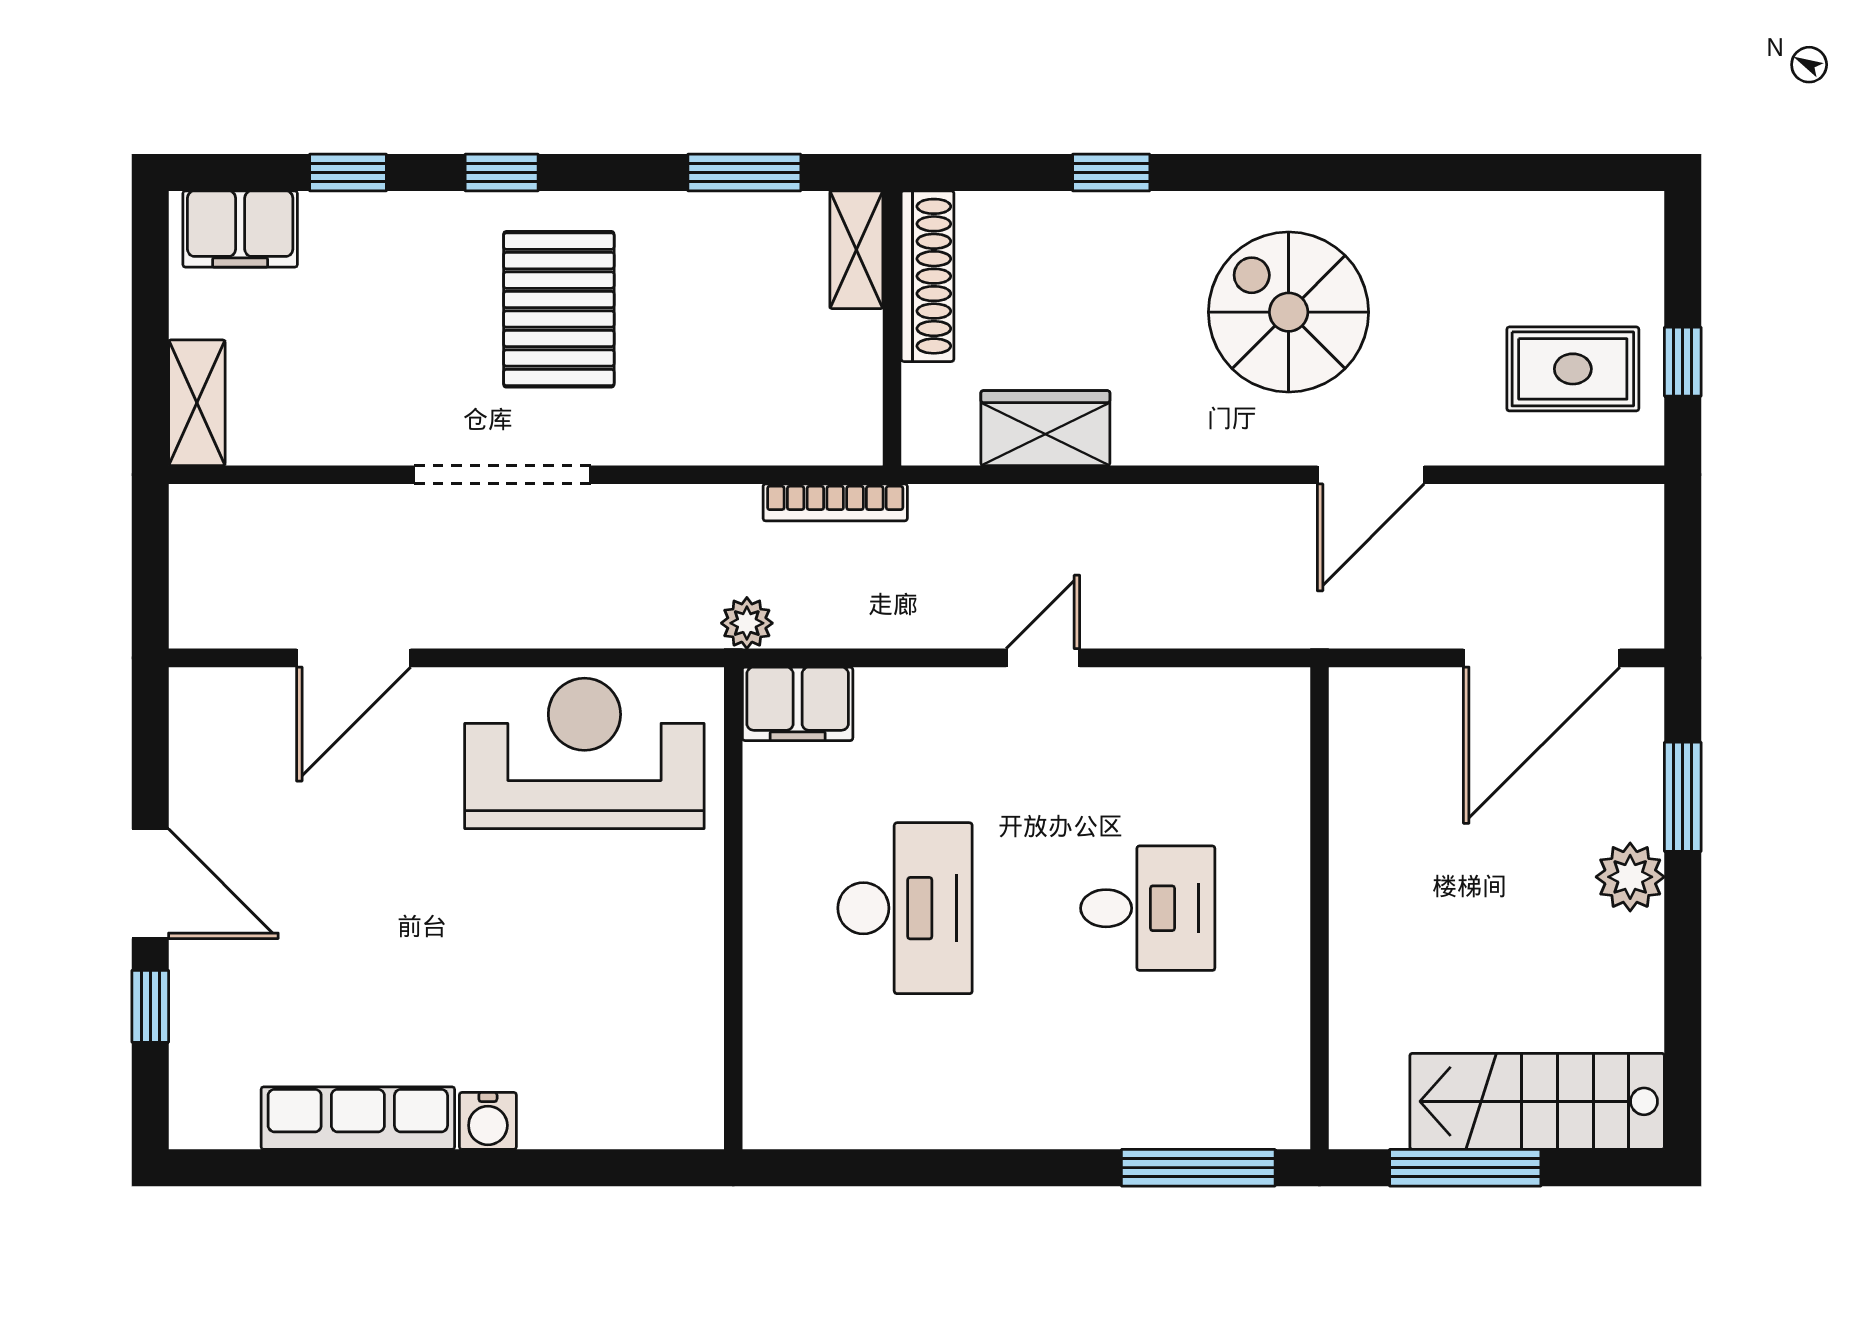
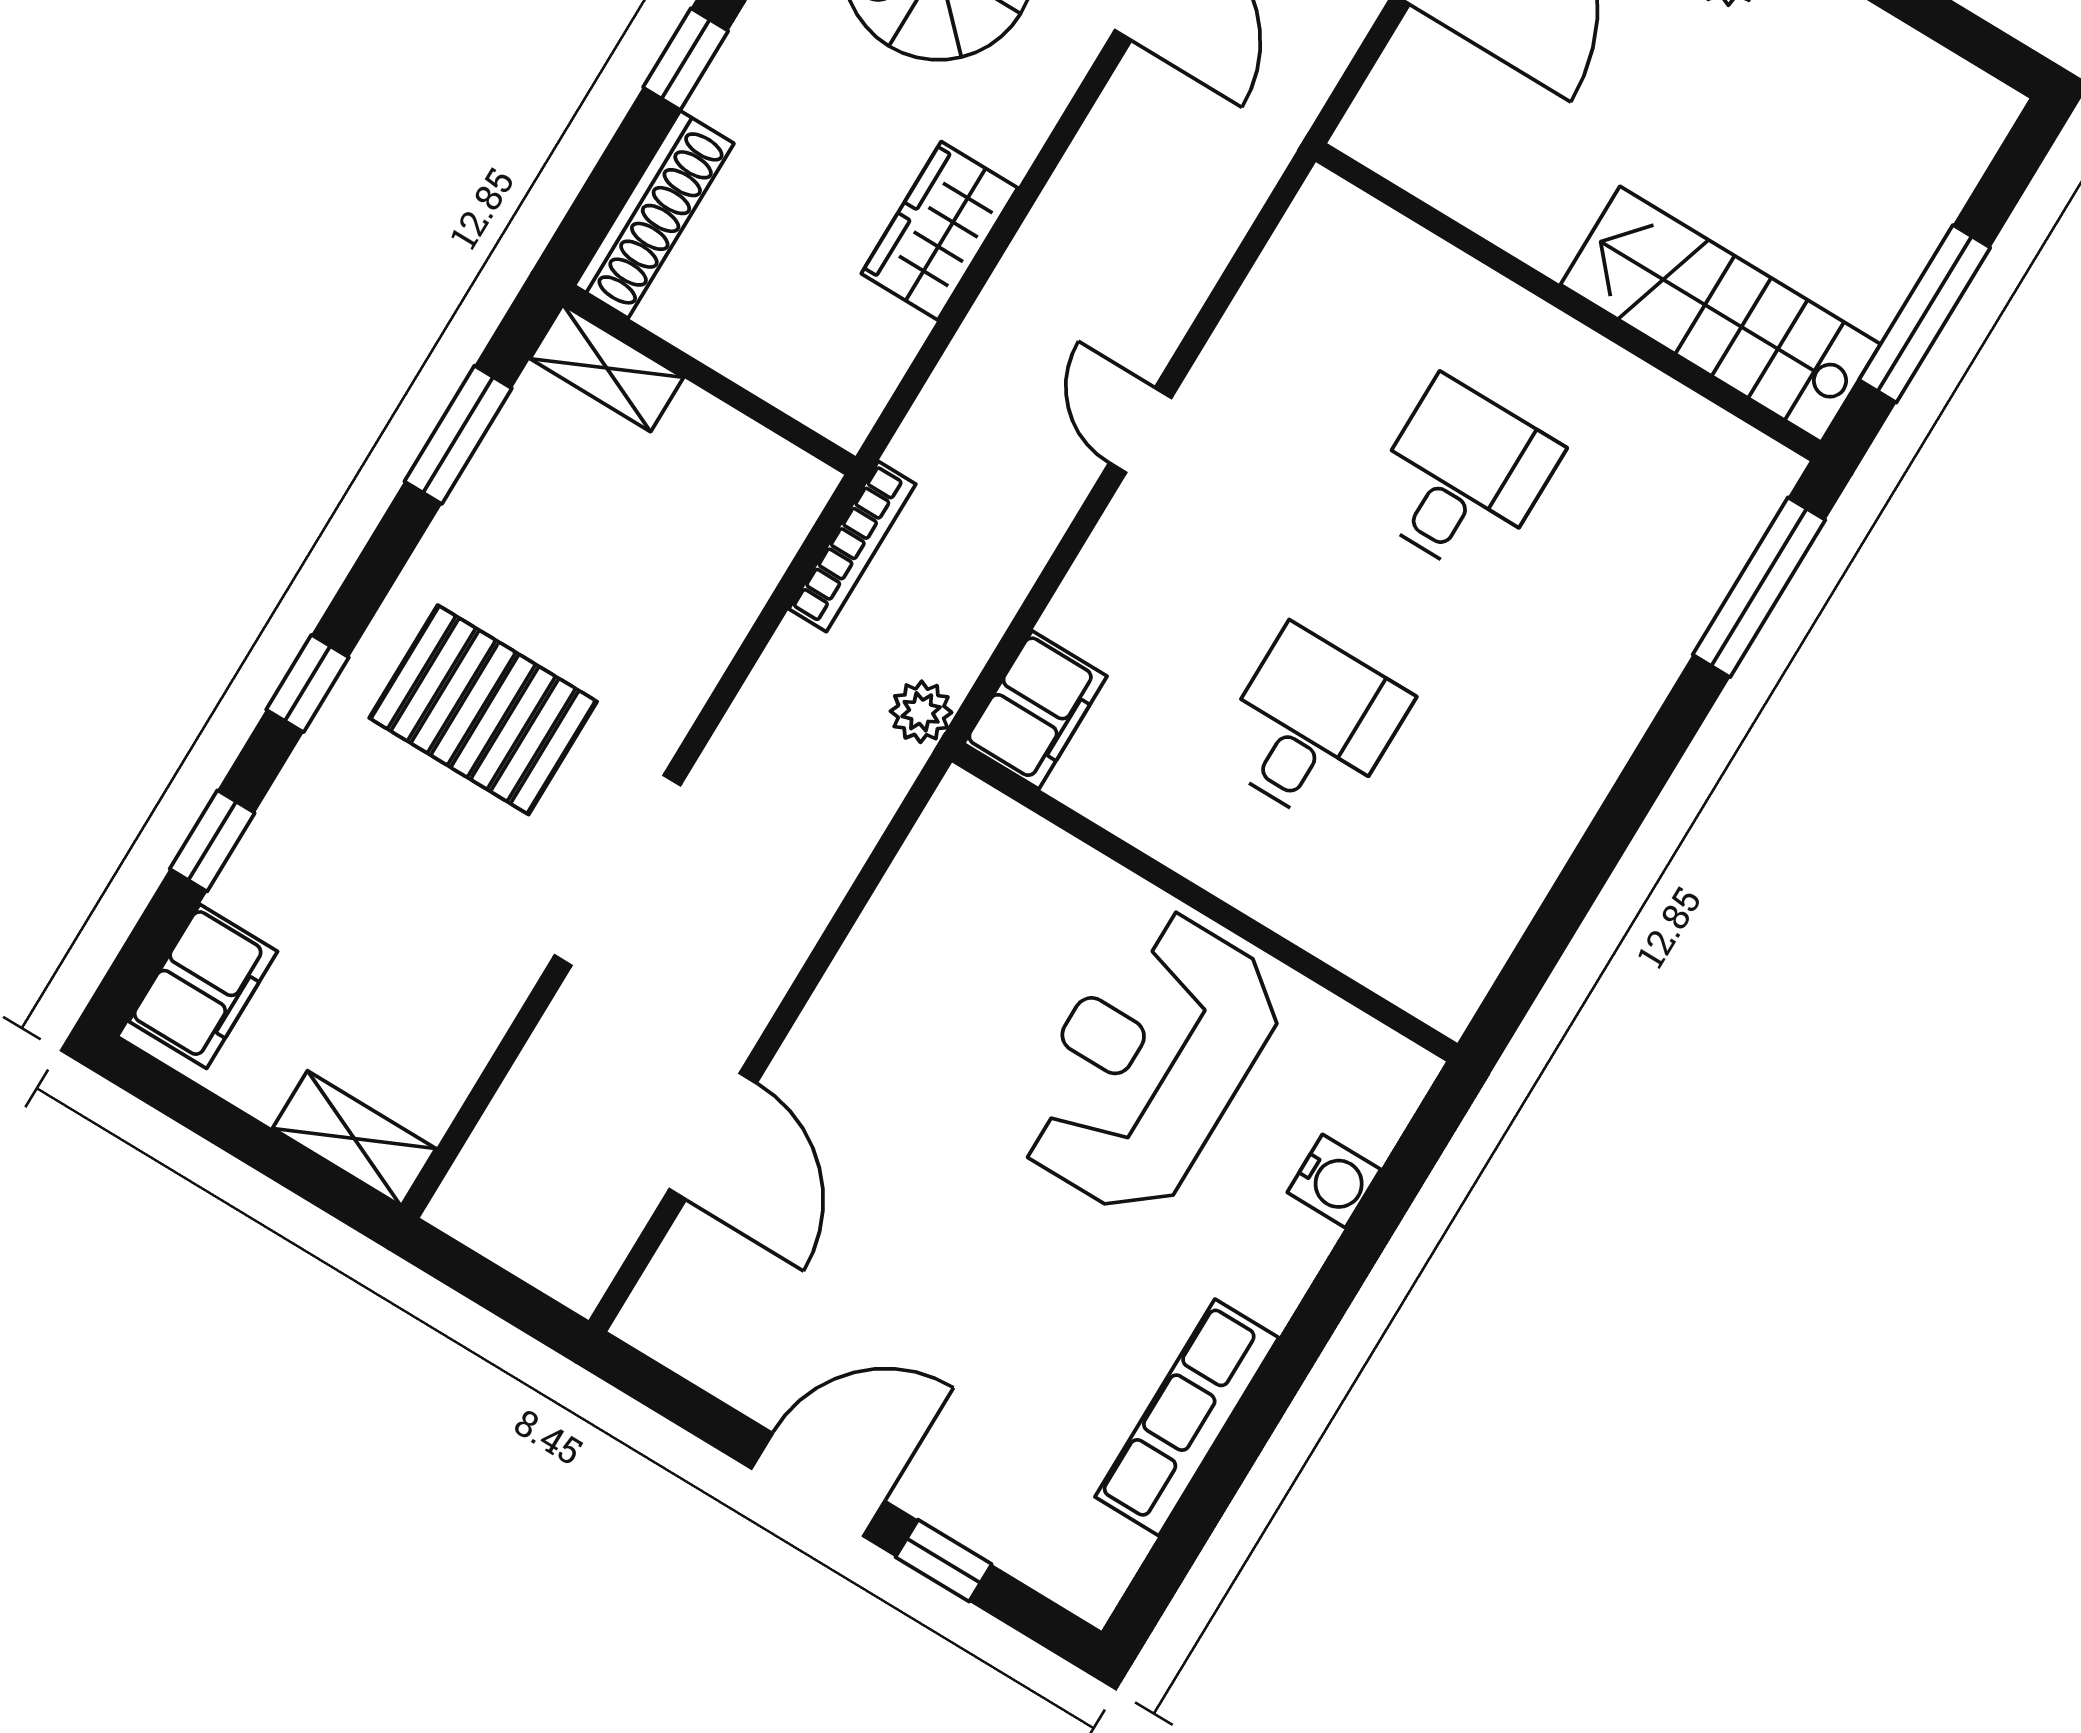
shoe rack: (928, 276) -> (654, 215), moved, turned 90
wardrobe: (1045, 428) -> (940, 231), moved
reception desk: (584, 753) -> (1148, 1063), moved
desk: (905, 908) -> (1311, 727), width x0.73
stairs: (1537, 1101) -> (1720, 314), moved, turned 90
water cooler: (488, 1121) -> (1334, 1181), moved

